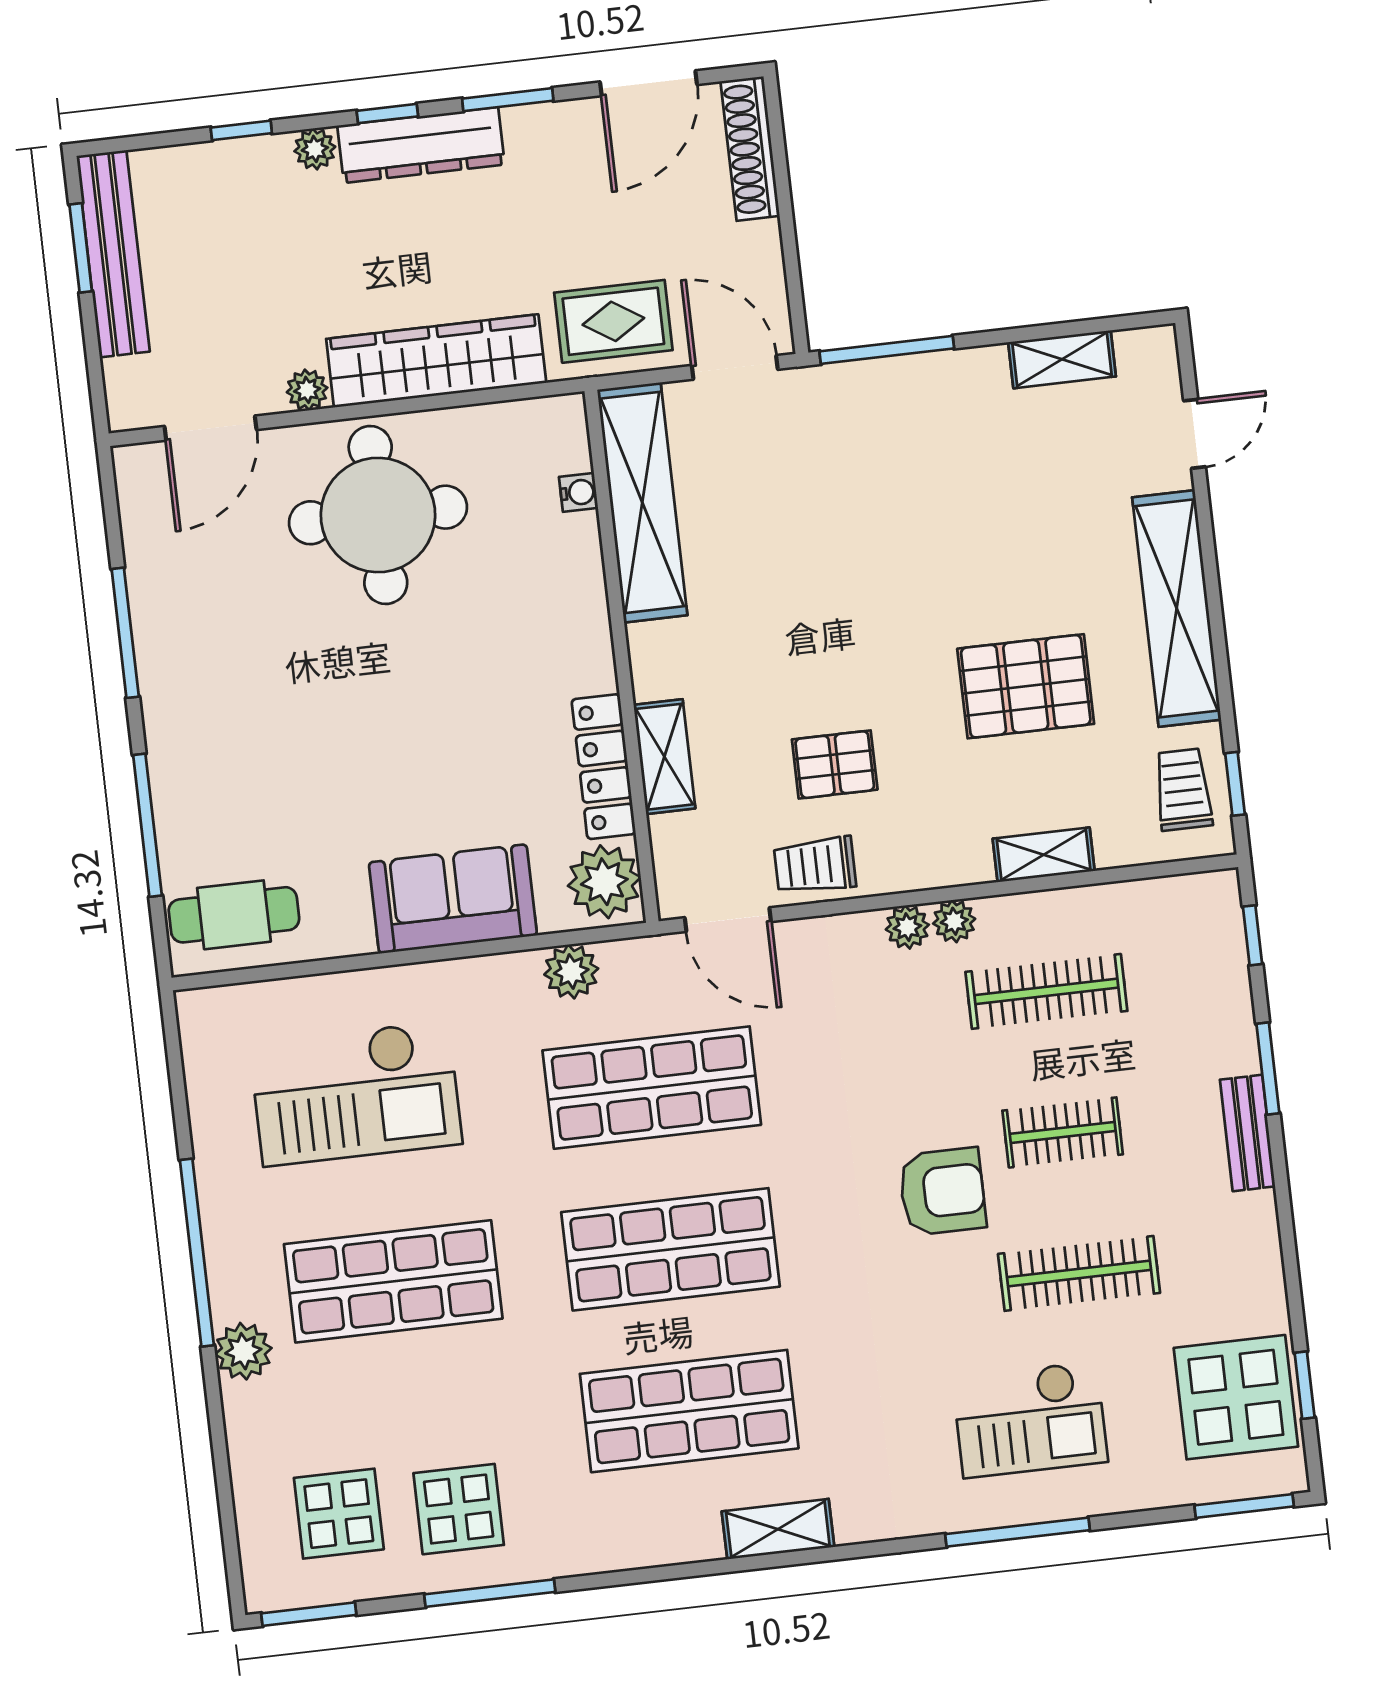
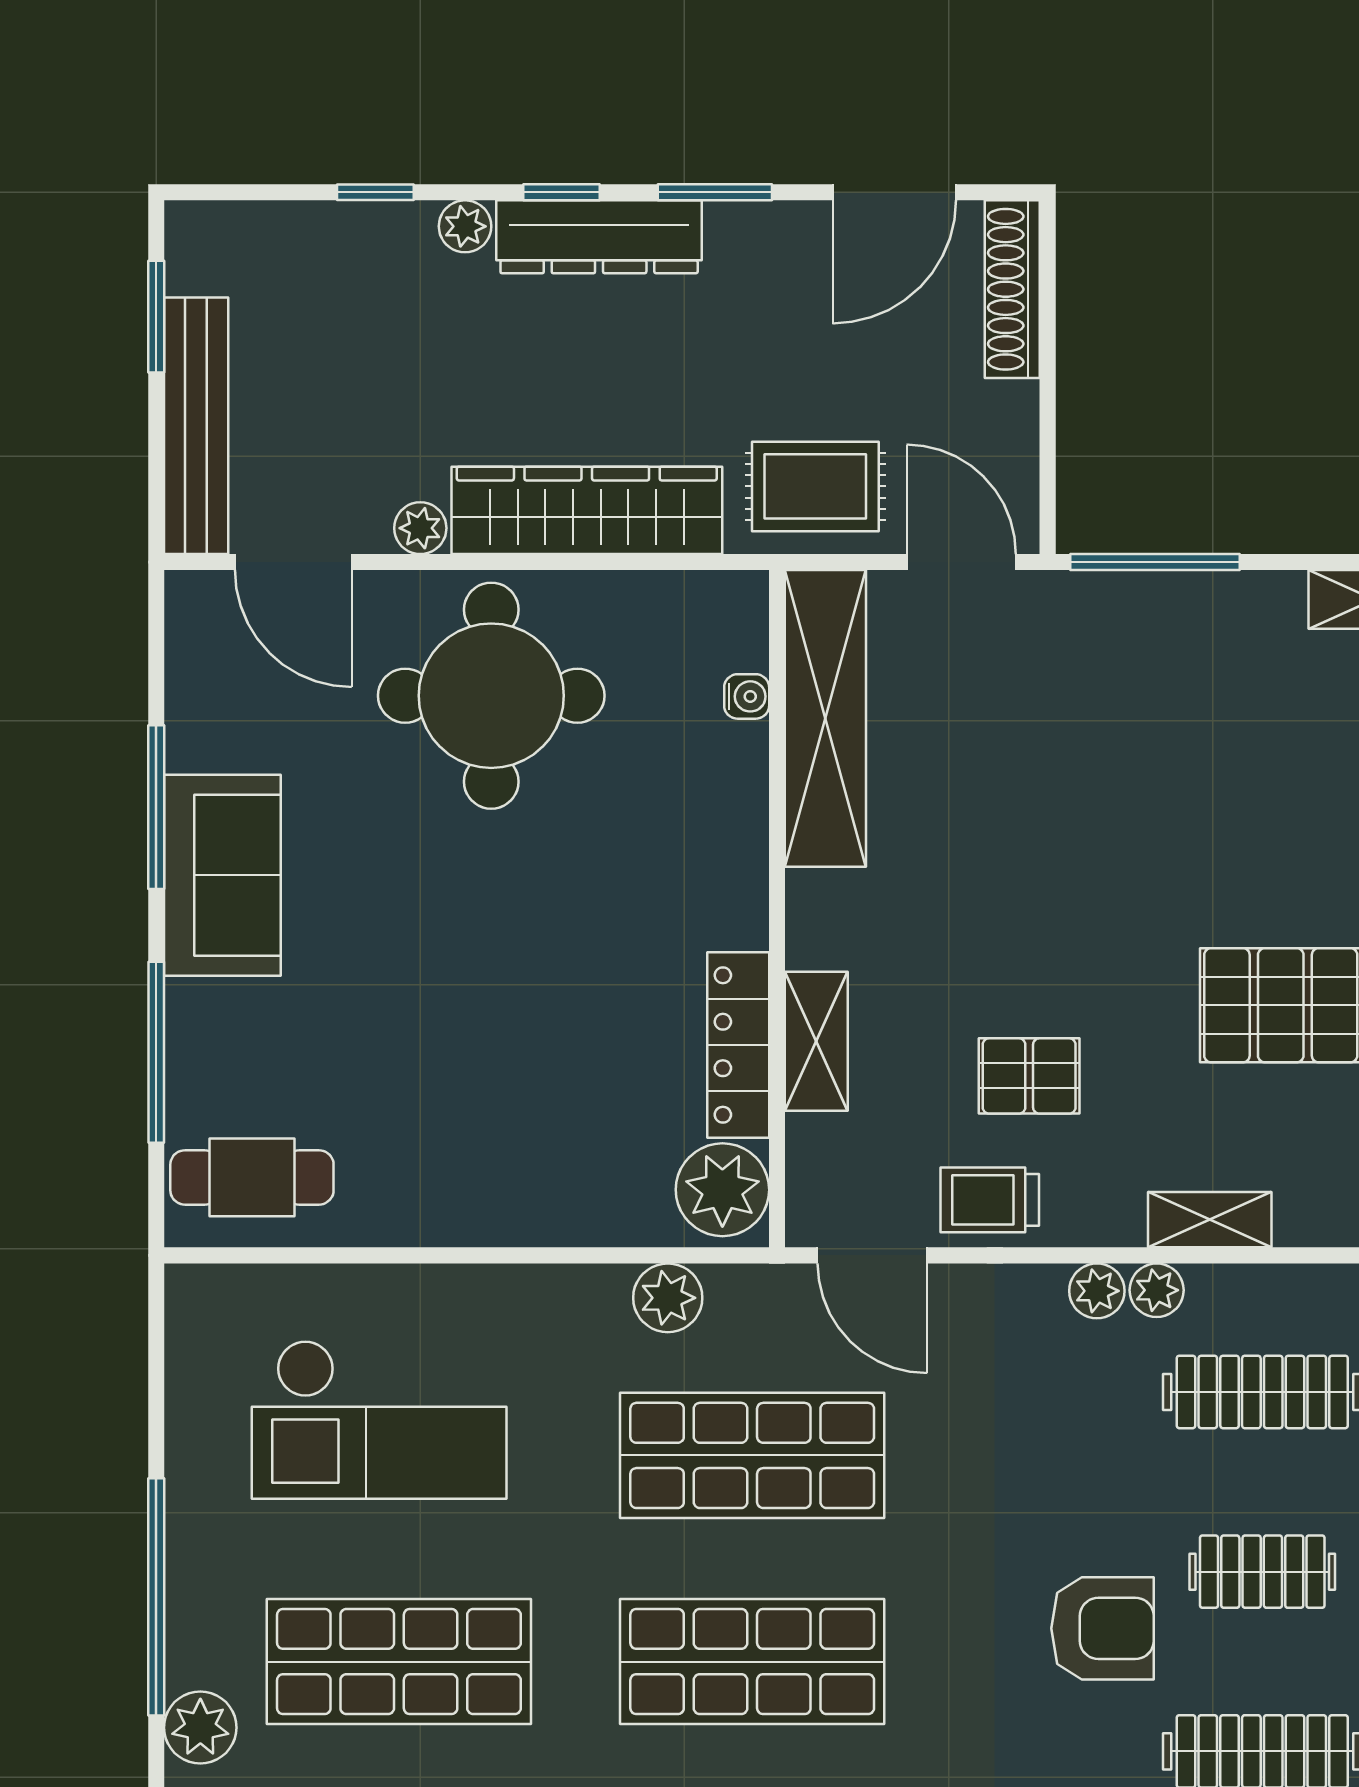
bench: (113, 254) -> (196, 426), moved
door: (210, 428) -> (293, 562), hinge flipped
shelving: (1044, 855) -> (1210, 1220), moved
sofa: (453, 899) -> (222, 875), moved, turned 90

